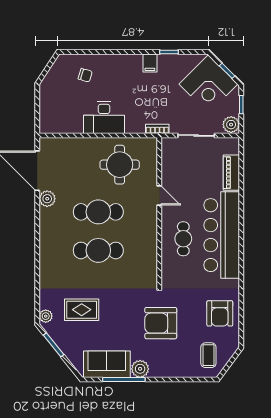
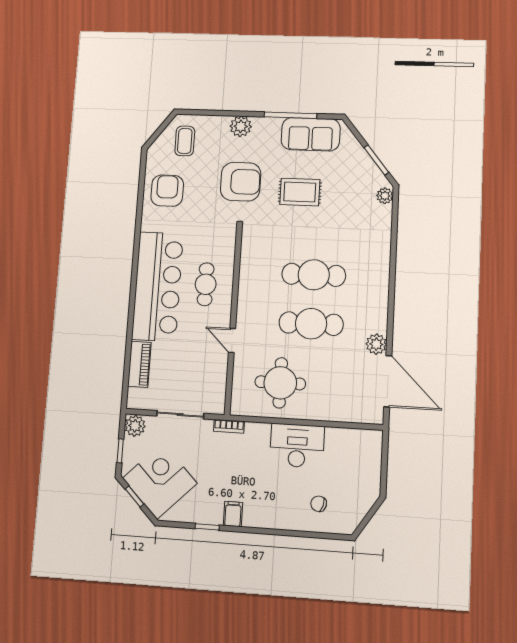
rug: (82, 310) -> (300, 192), moved
plant: (140, 369) -> (241, 126), moved

